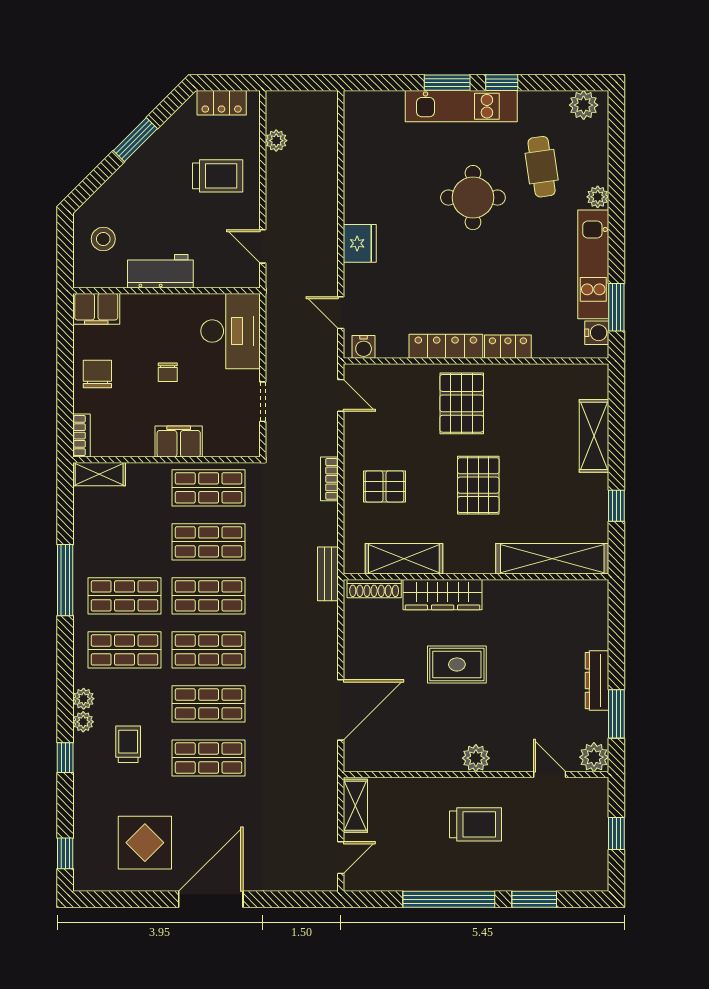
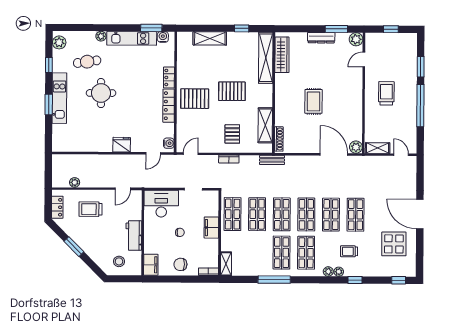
window: (502, 83) -> (49, 65), moved
trolley: (218, 176) -> (91, 209), turned -90
wardrobe: (443, 595) -> (282, 55), moved
plant: (476, 758) -> (356, 147), moved

